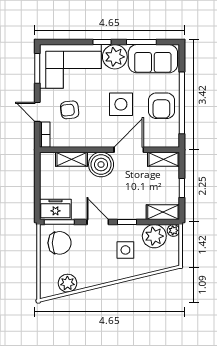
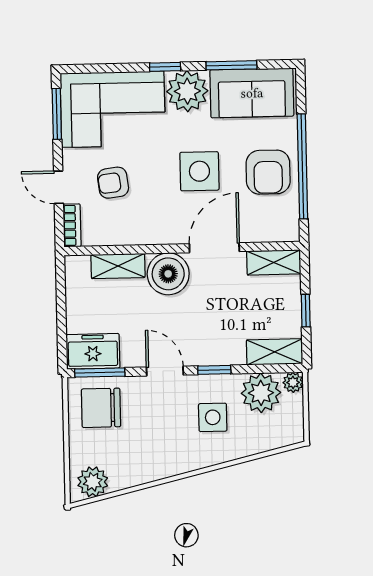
chair: (60, 243) -> (101, 408), turned 180
plant: (68, 283) -> (93, 482), moved

